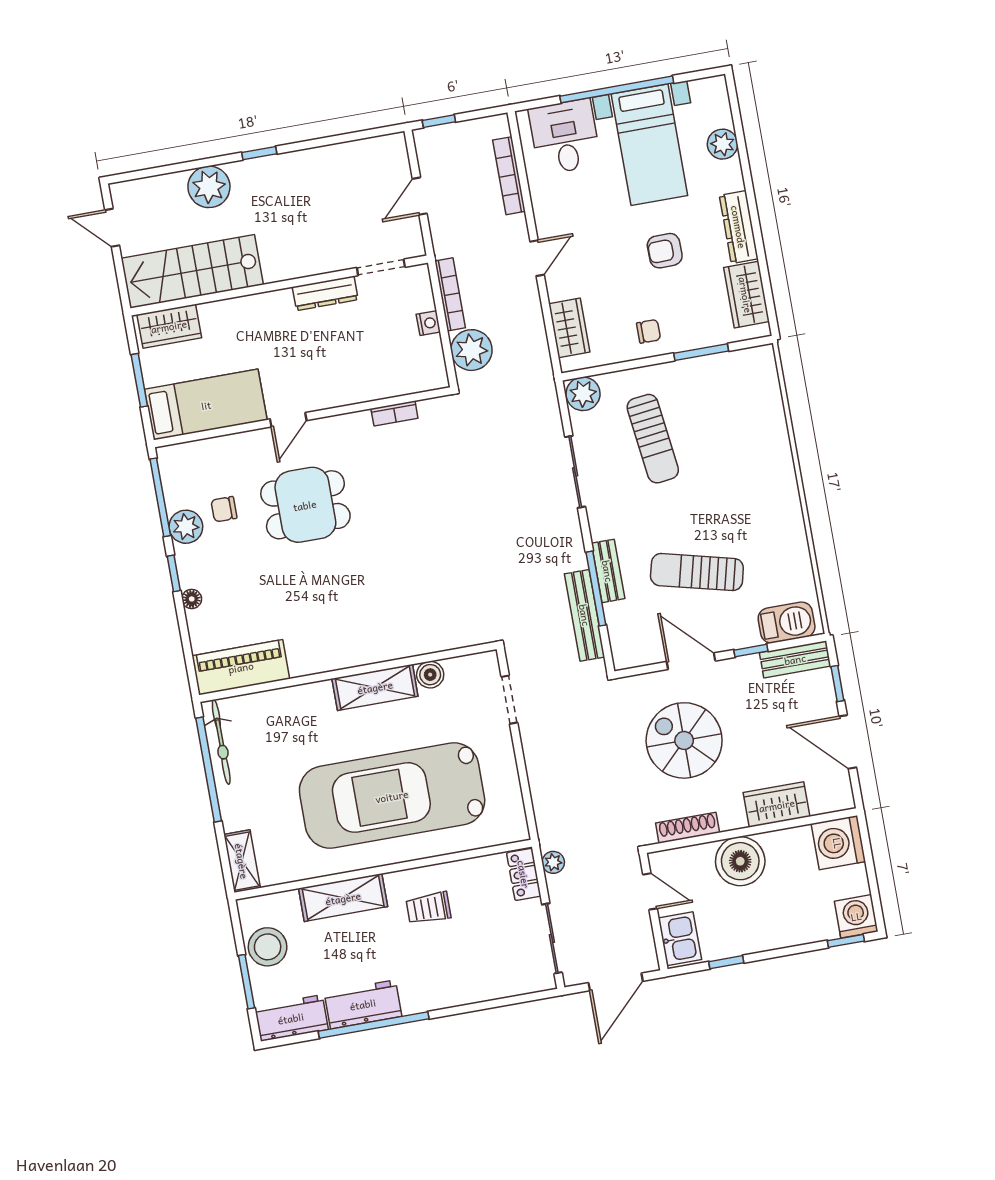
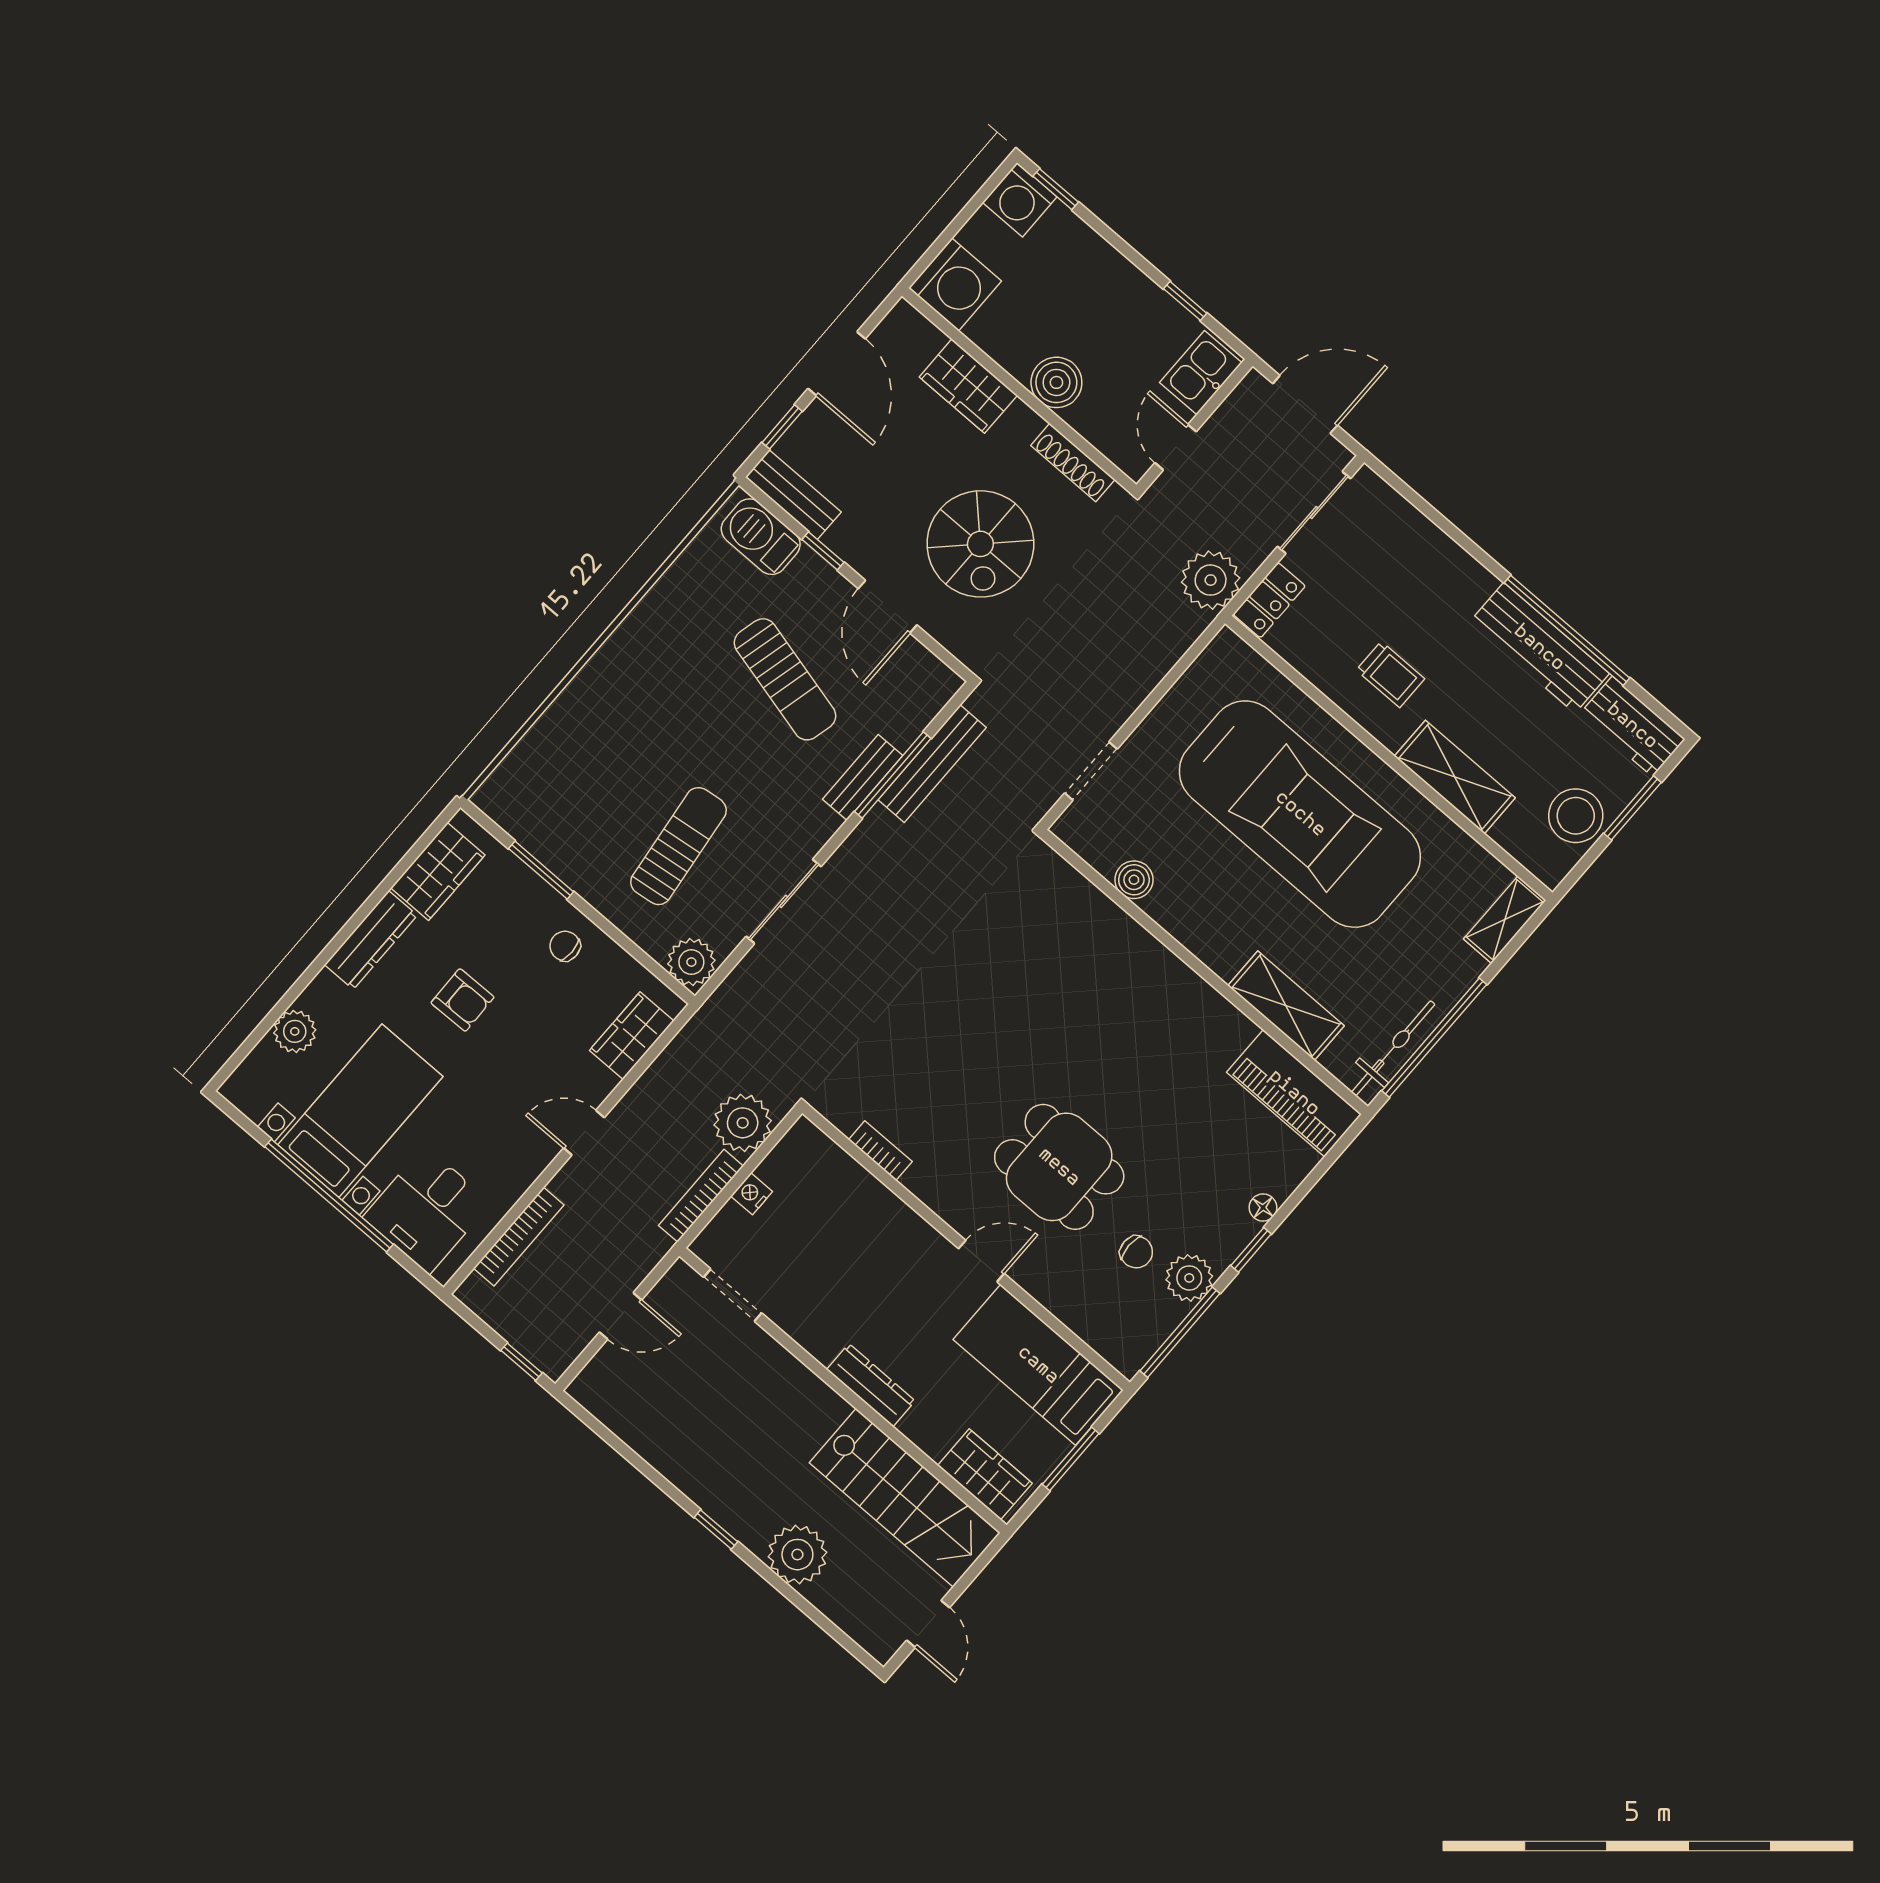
dresser: (325, 293) -> (871, 1385), moved
shelving: (375, 687) -> (1286, 1006), moved
boiler: (740, 861) -> (1056, 382), width x0.73, depth x0.73
plant: (553, 862) -> (1211, 580), width x1.88, depth x1.88
workbench: (363, 1004) -> (1539, 648), width x1.38

